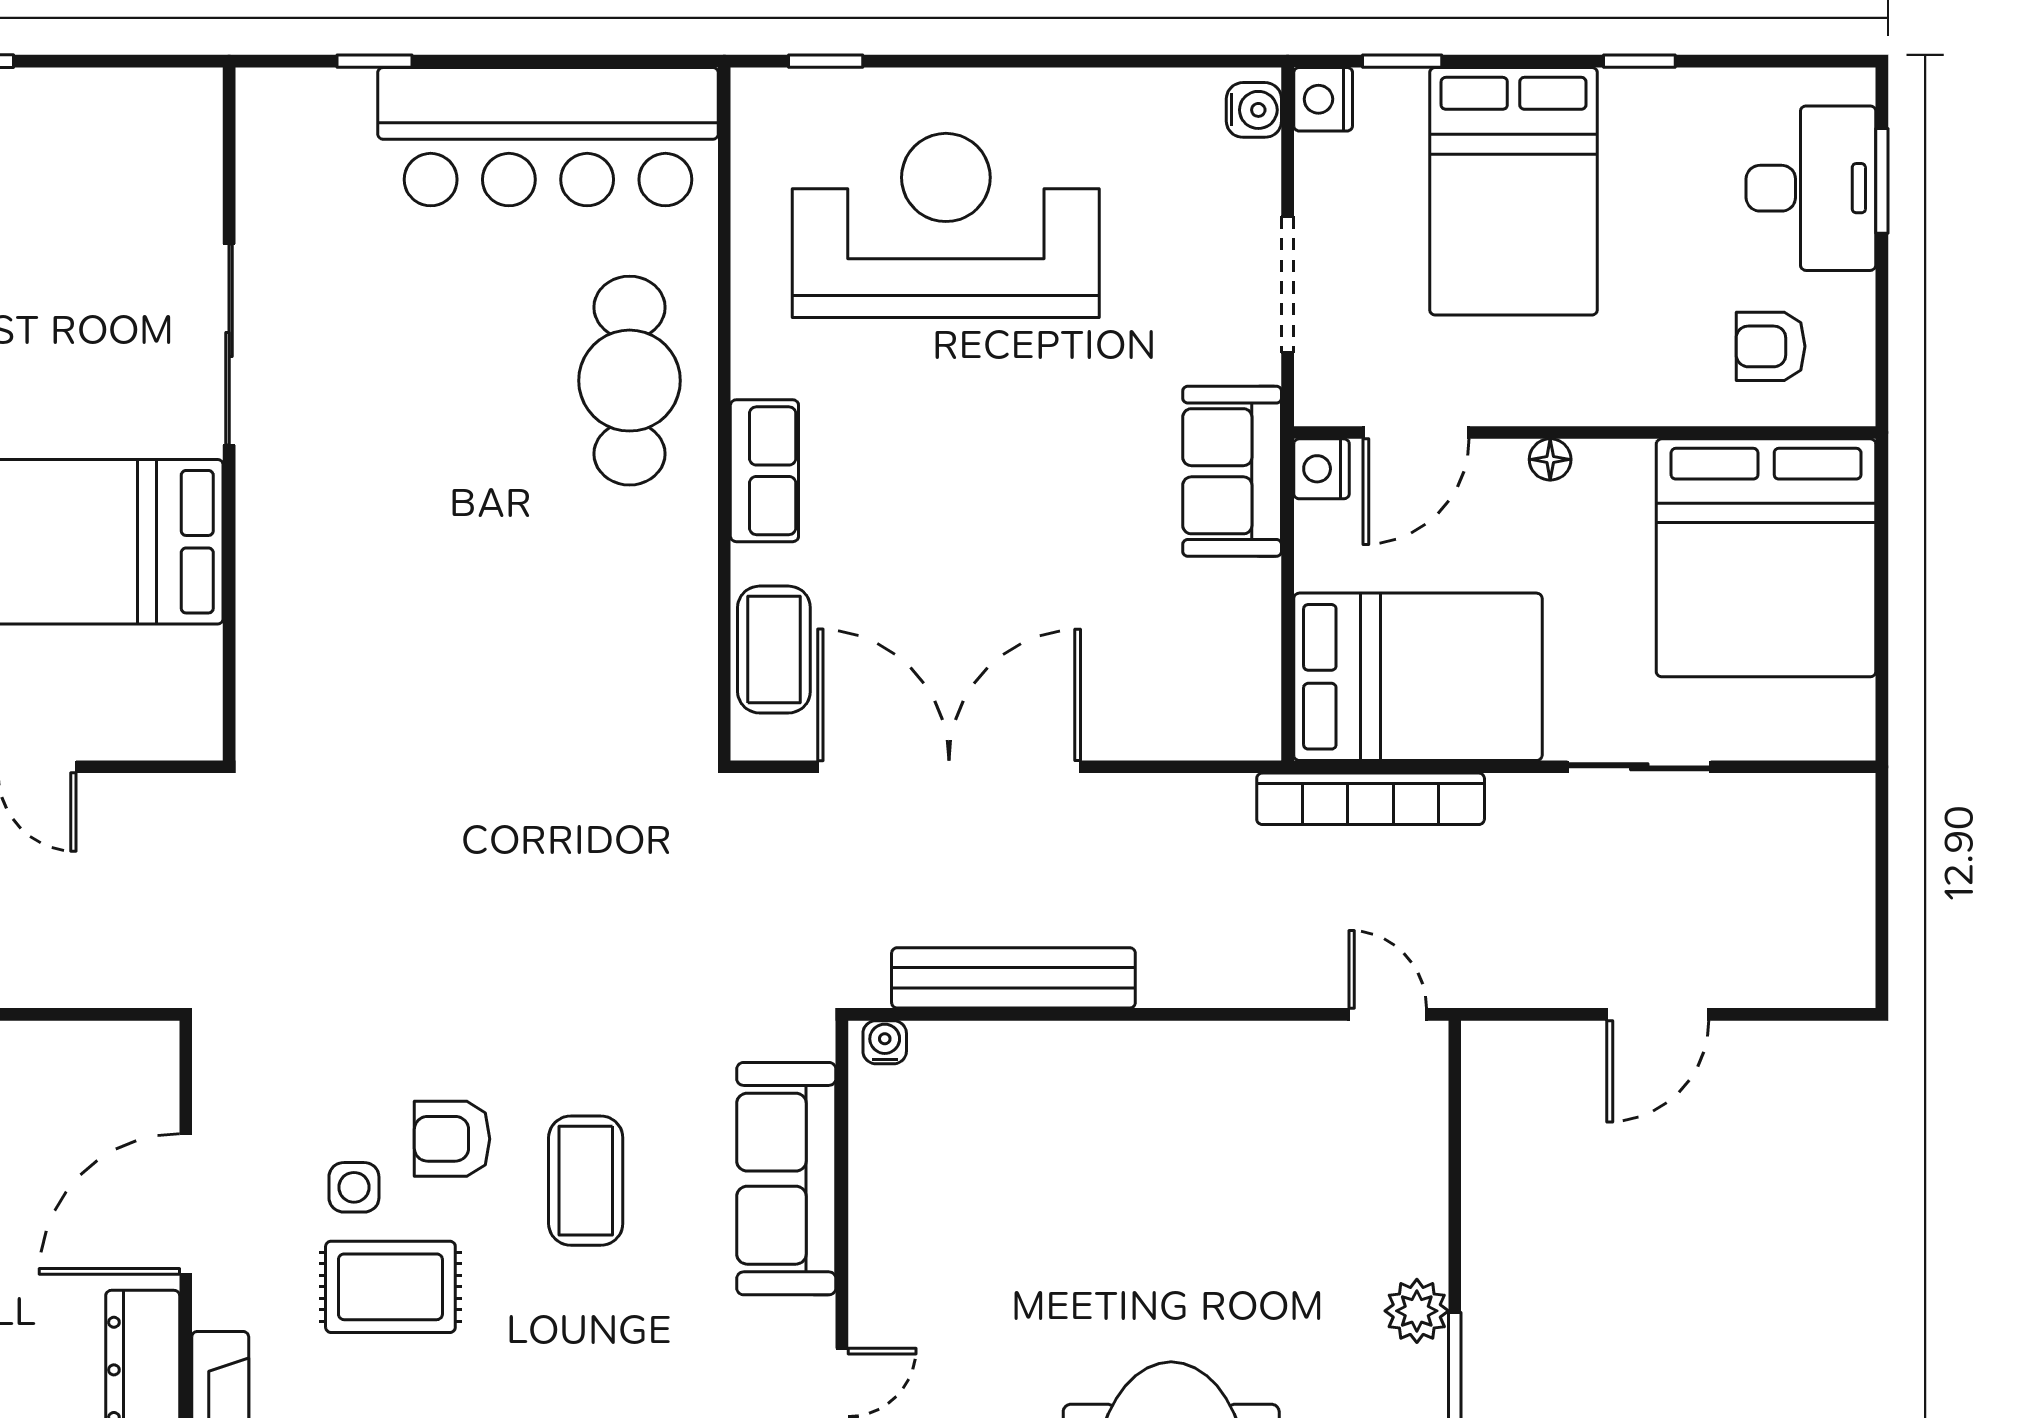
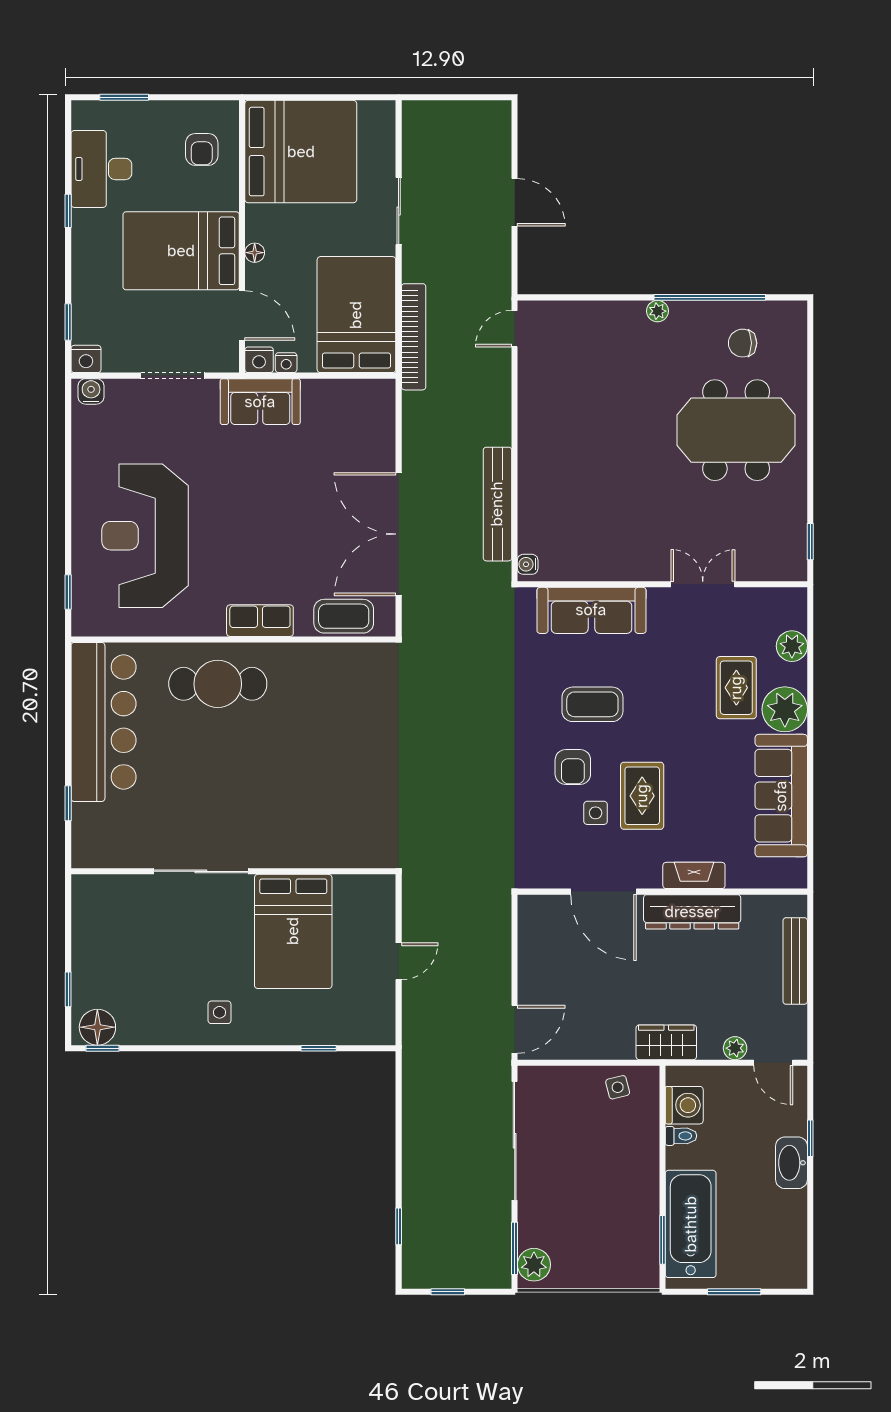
desk: (1811, 188) -> (101, 169), moved, turned -90
bed: (1514, 191) -> (181, 251), moved, turned 180
nightstand: (1315, 527) -> (286, 363), added
plant: (1417, 1311) -> (658, 311), width x0.73, depth x0.73

